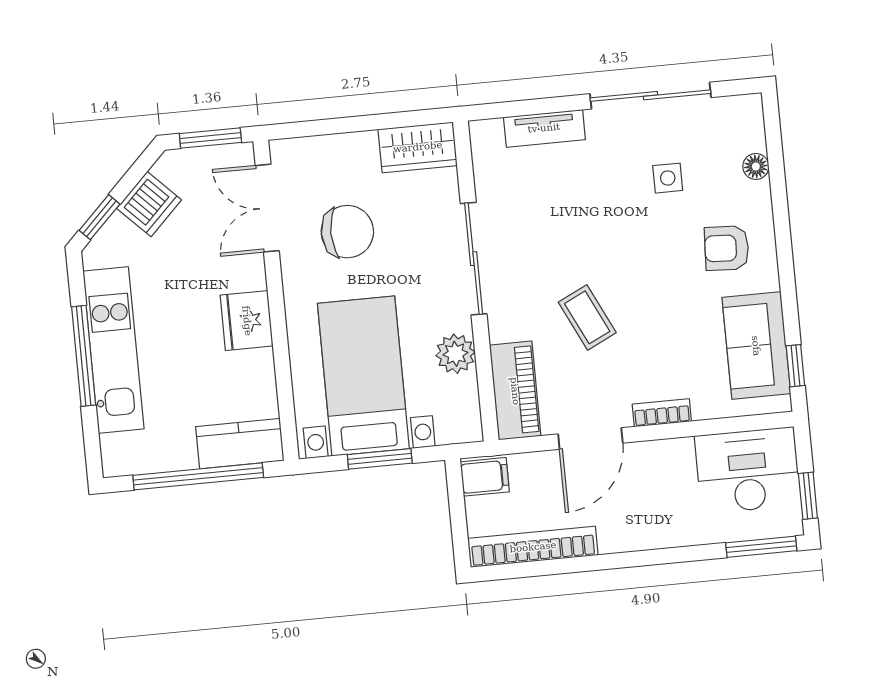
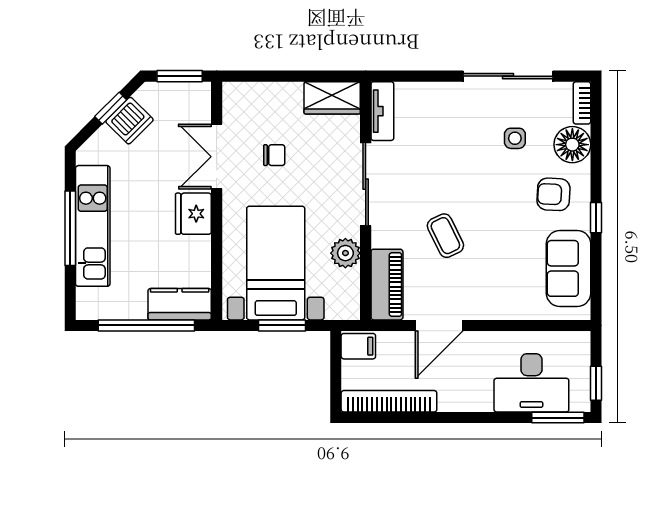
tv unit: (544, 128) -> (382, 111), moved, turned -90
floor lamp: (756, 166) -> (572, 145), width x1.89, depth x1.89
double door: (267, 208) -> (217, 157), moved
window: (100, 217) -> (111, 108), moved
chair: (347, 232) -> (274, 155), width x0.54, depth x0.54
window: (795, 366) -> (596, 218), moved
bookcase: (662, 413) -> (582, 103), moved, turned -90
desk: (748, 470) -> (531, 383), moved, turned 180

